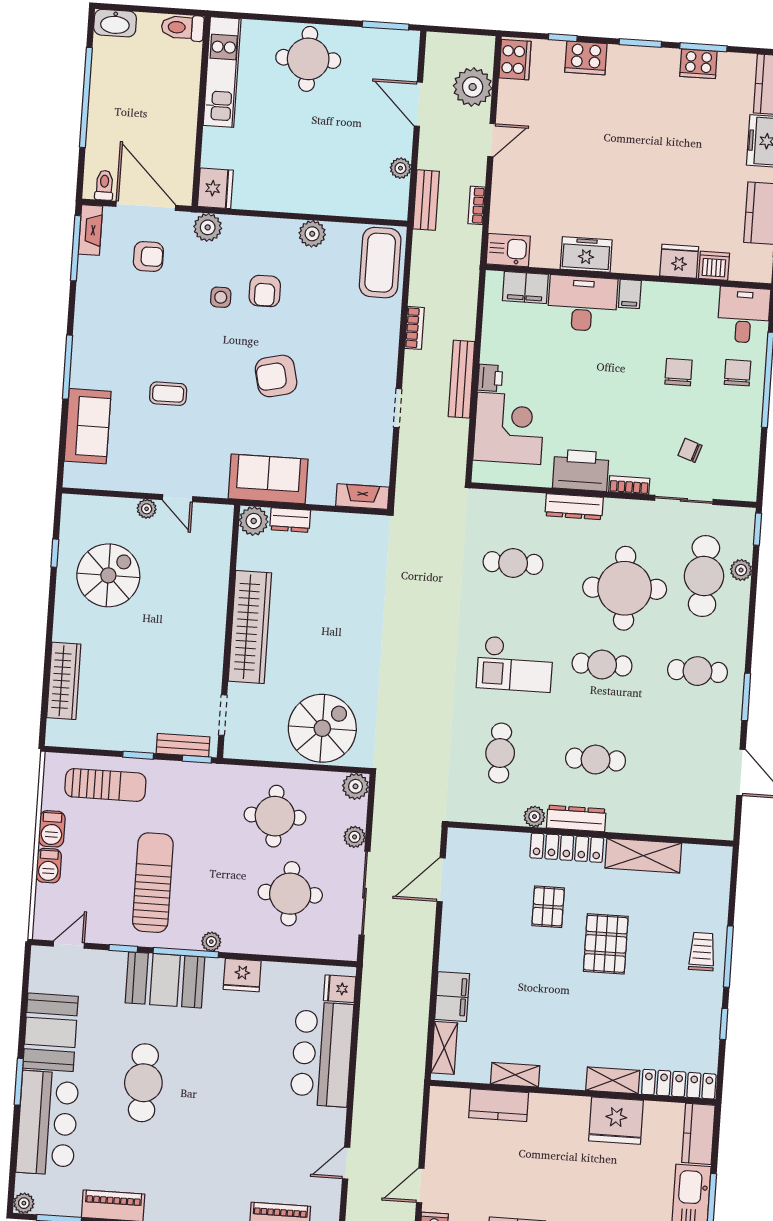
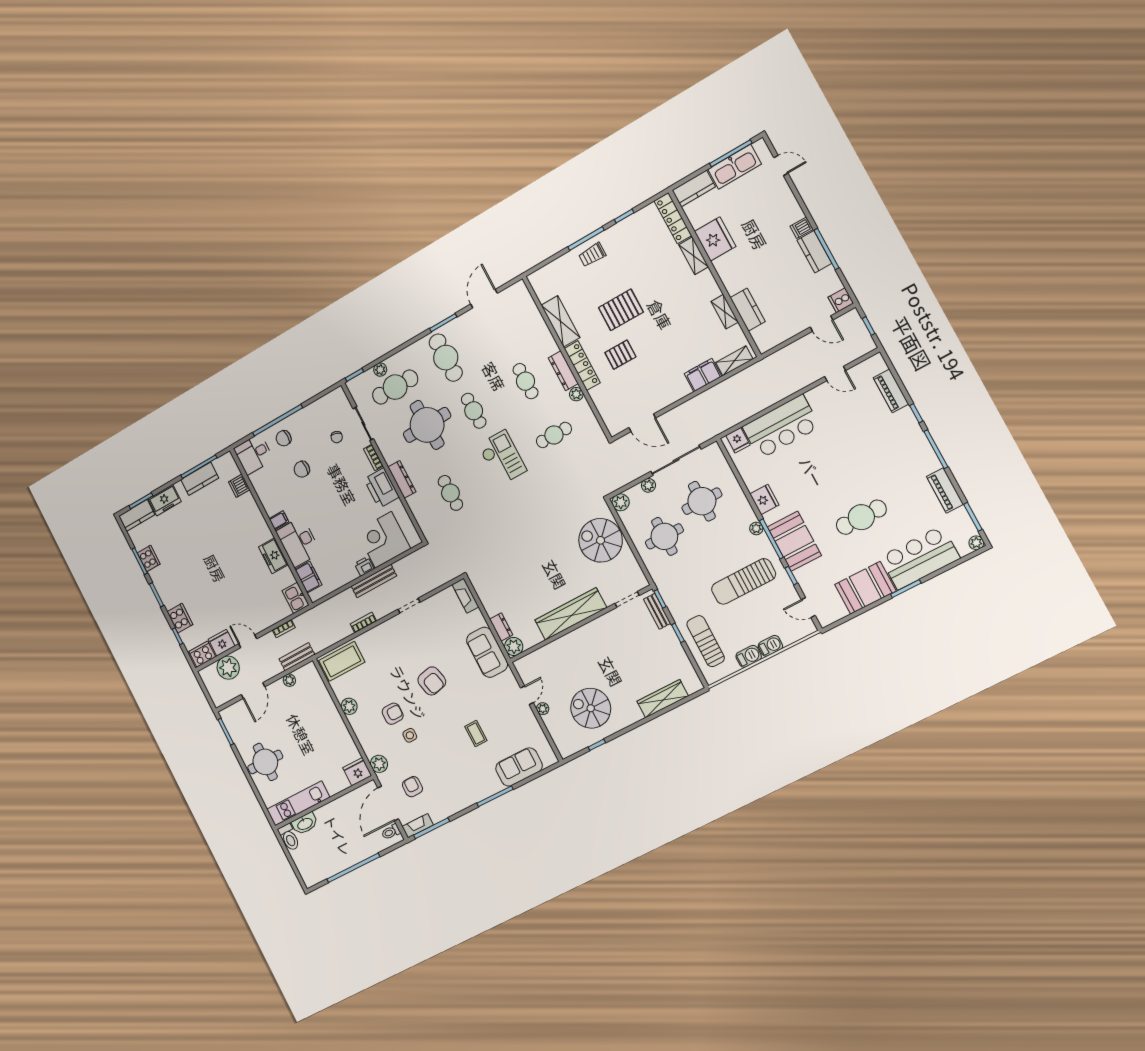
washbasin: (115, 23) -> (305, 824), moved, turned 90
fridge: (679, 261) -> (222, 643), moved, turned 90
cafe table: (697, 671) -> (446, 358), width x1.37, depth x1.35

